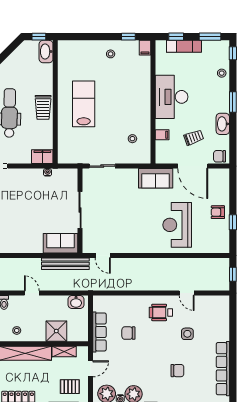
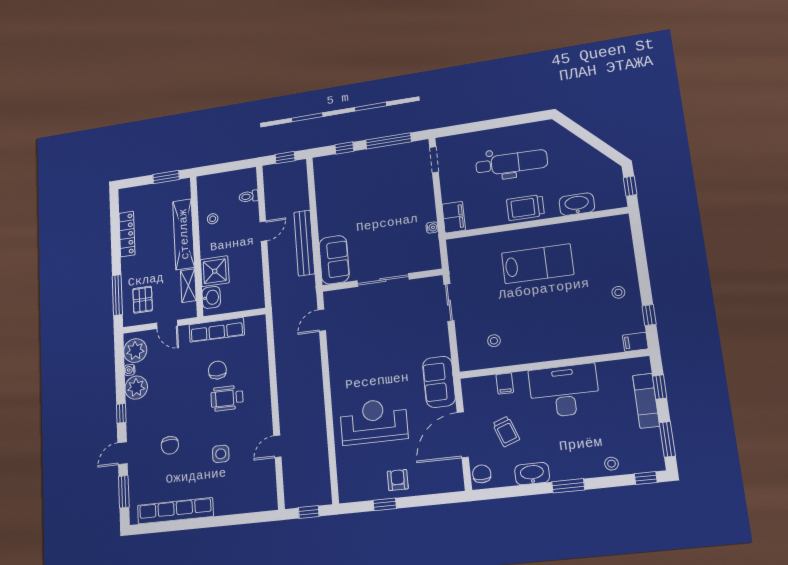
washbasin: (46, 52) -> (577, 204), moved
bench: (65, 264) -> (304, 243), moved
washbasin: (76, 302) -> (211, 297), moved, turned 180
wheelchair: (161, 312) -> (227, 398), moved, turned -90

